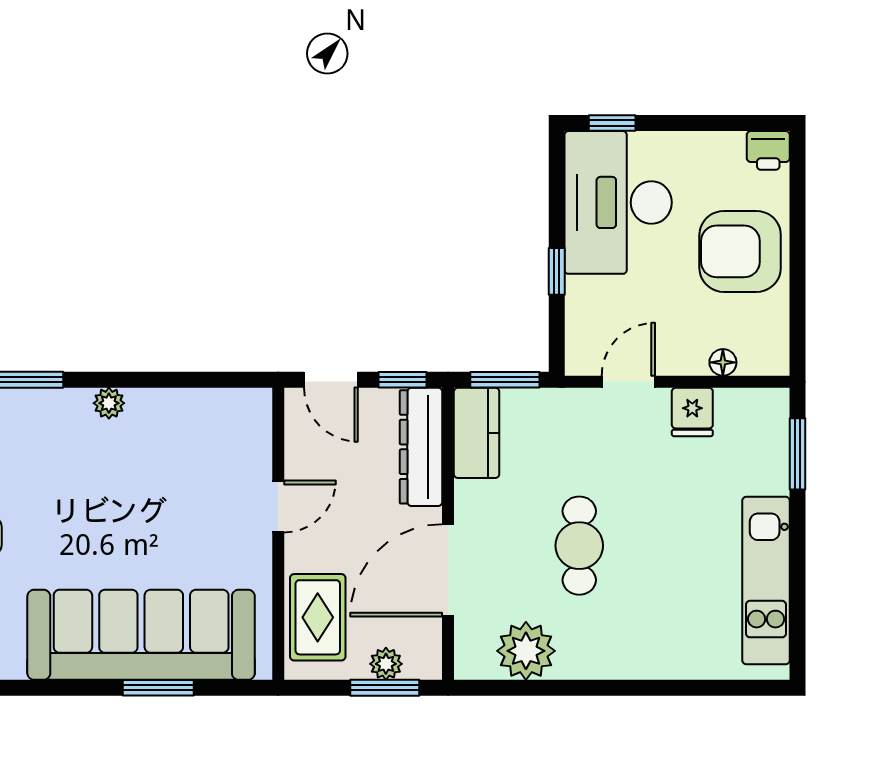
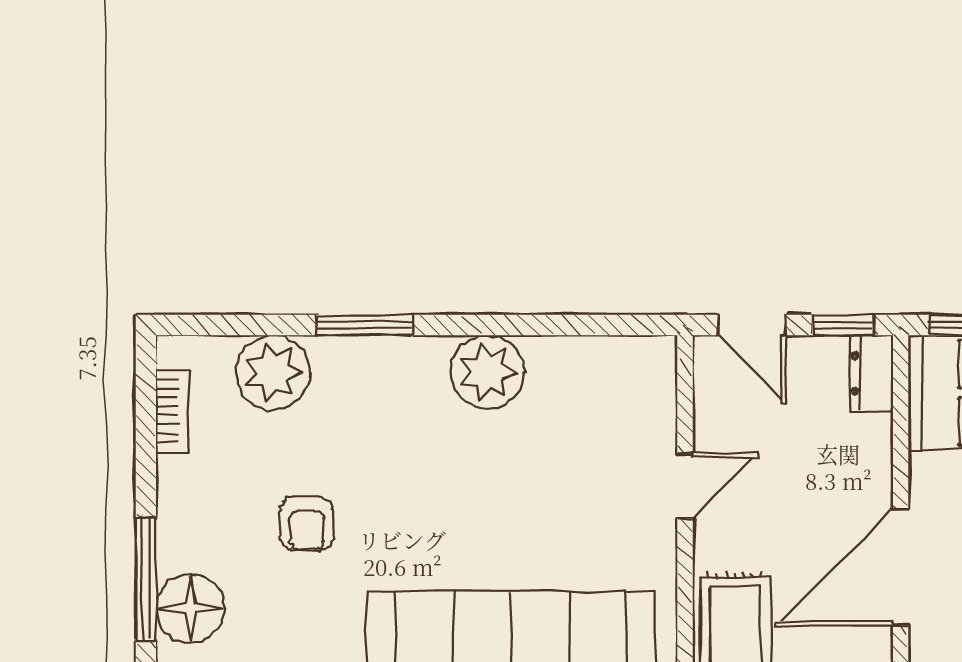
plant: (109, 403) -> (487, 372), width x1.88, depth x1.88
dresser: (421, 447) -> (872, 373), width x0.51, depth x0.80

